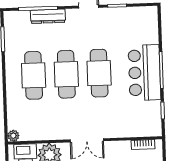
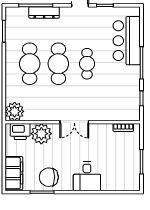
cafe table: (99, 73) -> (87, 64), width x0.73, depth x0.74
bar counter: (144, 73) -> (127, 41), moved
plant: (13, 136) -> (15, 111), width x1.87, depth x1.87

